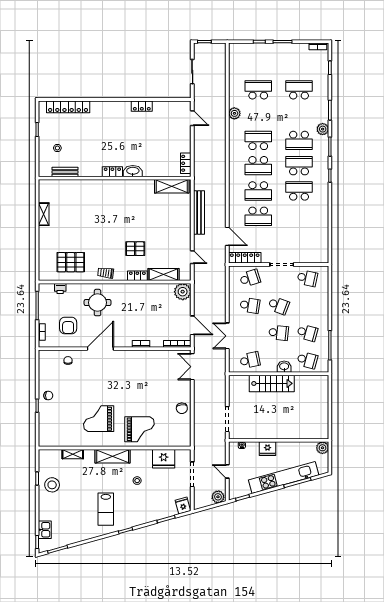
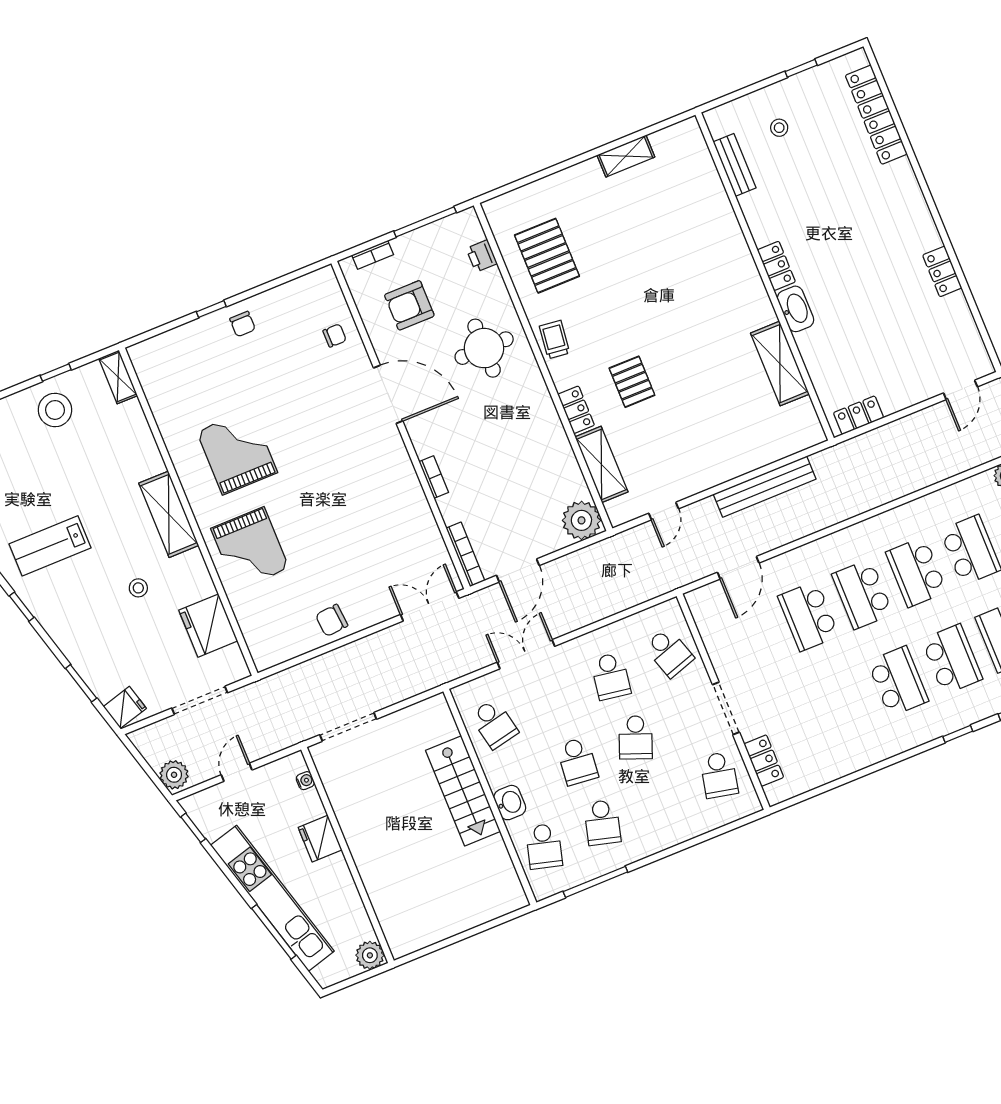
shelving: (172, 186) -> (780, 364), moved
locker: (245, 258) -> (764, 761), moved, width x0.66
shelving: (73, 454) -> (118, 377), moved

